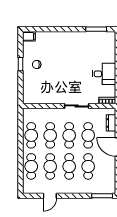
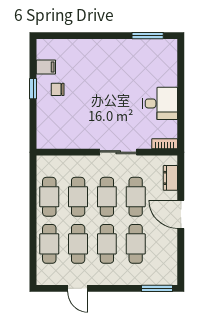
filing cabinet: (29, 36) -> (46, 67), moved
door: (50, 196) -> (78, 288), hinge flipped

